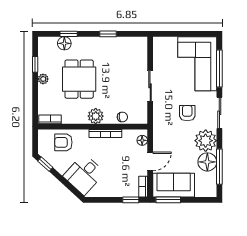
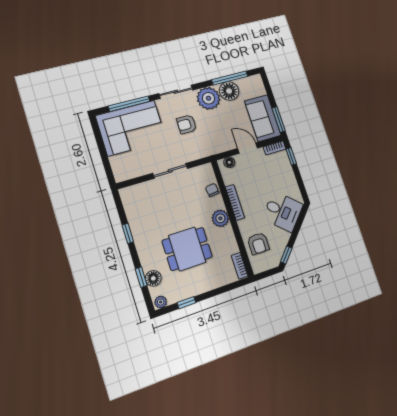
plant: (43, 79) -> (161, 302), moved

